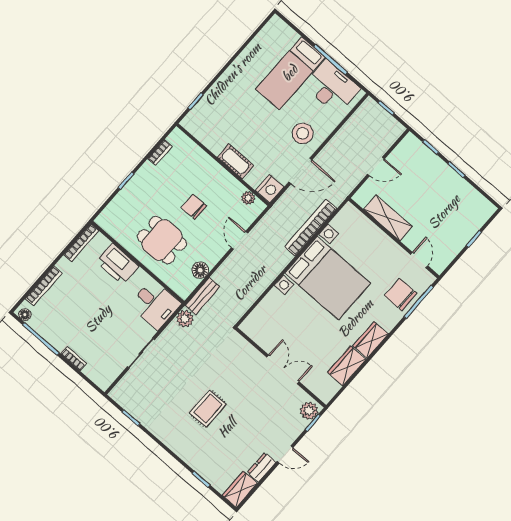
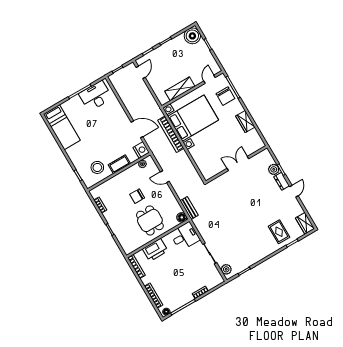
bed: (290, 73) -> (62, 127), moved
stool: (303, 133) -> (97, 167), moved
door: (376, 166) -> (141, 72), moved
door: (300, 171) -> (137, 129), hinge flipped
boiler: (479, 210) -> (192, 36), added
dining table: (162, 240) -> (150, 220), turned 90
door: (419, 260) -> (209, 79), hinge flipped
floor lamp: (200, 270) -> (182, 217), moved
bed with nightstands: (328, 278) -> (193, 118), moved
chair: (401, 295) -> (225, 96), turned -90
plant: (185, 319) -> (226, 269), moved
wardrobe: (347, 366) -> (256, 140), removed
wall: (281, 367) -> (236, 164), moved
double door: (283, 369) -> (238, 164), moved
rug: (208, 409) -> (279, 232), moved
dresser: (262, 467) -> (282, 181), moved

